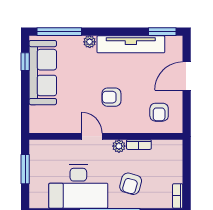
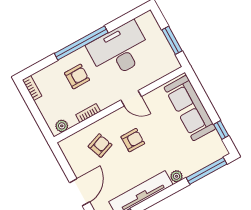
sofa: (43, 73) -> (190, 108), moved
armchair: (159, 112) -> (100, 146), moved, turned 70
plant: (119, 146) -> (62, 126), moved
armchair: (131, 184) -> (77, 77), turned 74

